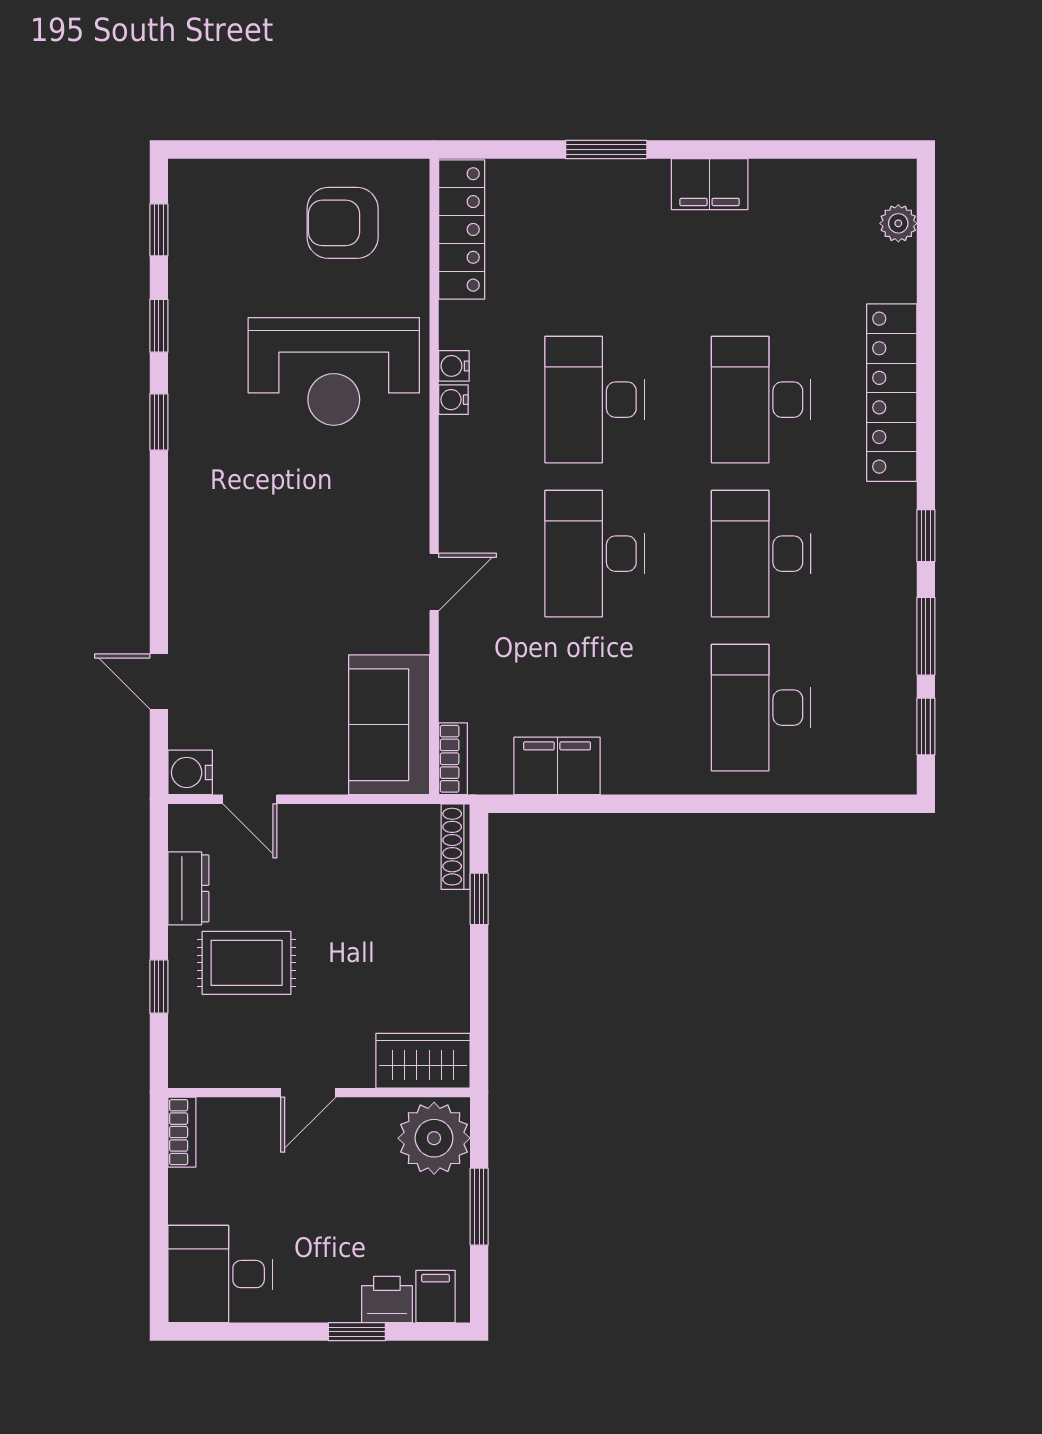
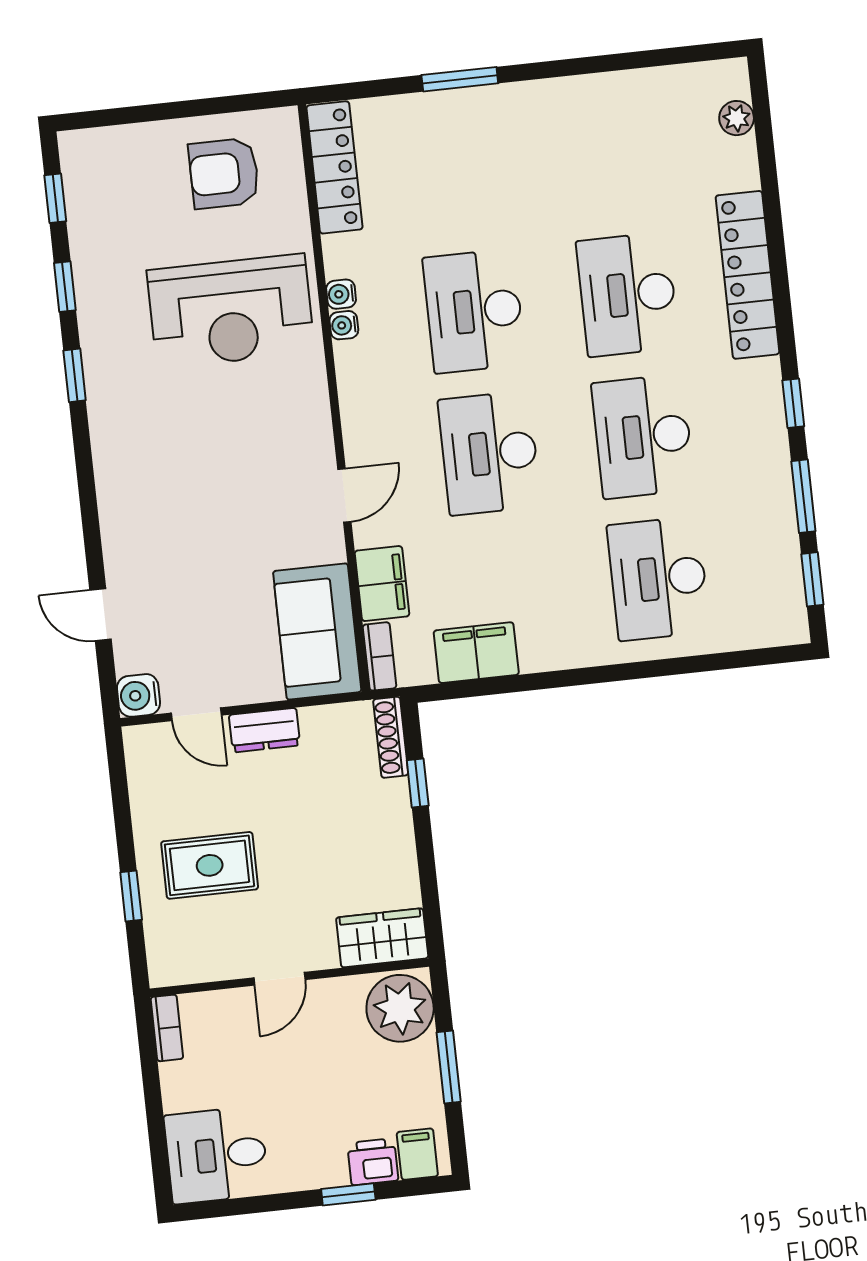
filing cabinet: (710, 184) -> (382, 584), moved, turned -90
dresser: (188, 888) -> (265, 730), moved, turned 90

